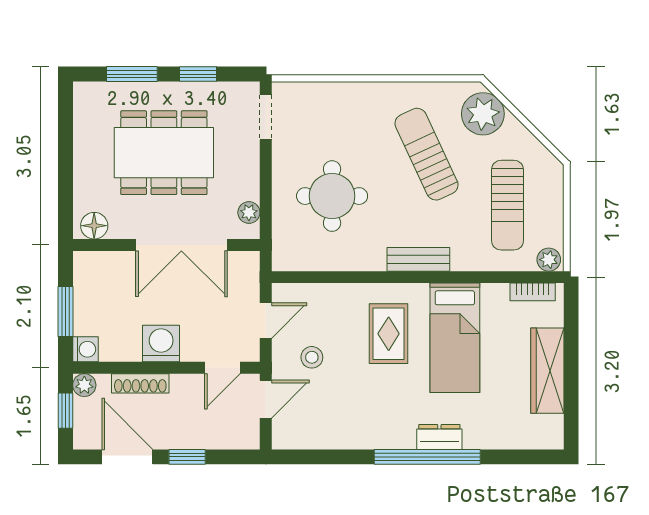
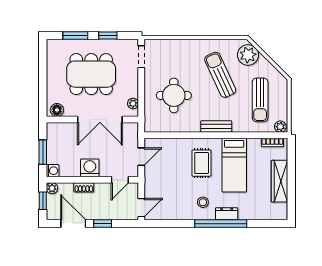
stool: (312, 357) -> (203, 202), moved
shoe rack: (140, 383) -> (84, 187), width x0.70
door: (266, 399) -> (141, 208), moved

